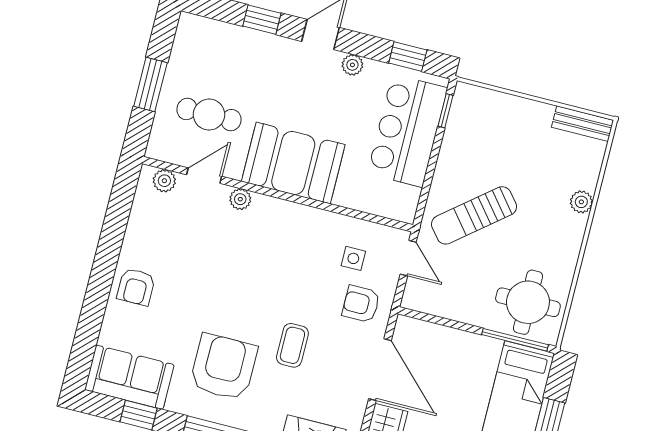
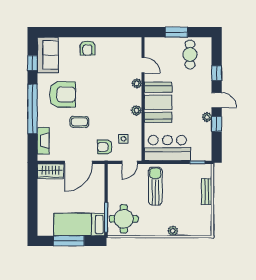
window: (408, 57) -> (217, 124), moved
cafe table: (209, 115) -> (190, 54), moved
bench: (583, 124) -> (207, 192), moved
bar counter: (407, 131) -> (167, 148), moved
plant: (164, 181) -> (136, 110), moved
sun lounger: (474, 215) -> (155, 186), turned 39
armchair: (136, 287) -> (88, 48), turned -90
armchair: (361, 304) -> (105, 147), turned -90

